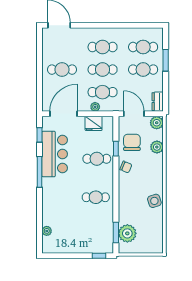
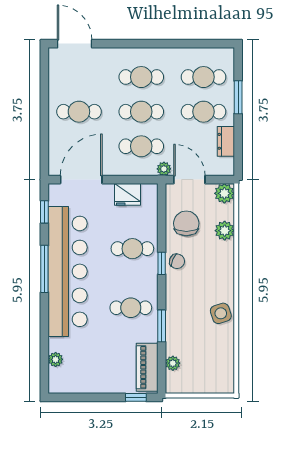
dresser: (158, 102) -> (226, 141), moved
plant: (95, 107) -> (164, 169), moved
window: (116, 149) -> (162, 263), moved
bar counter: (55, 154) -> (68, 271), width x1.86
window: (116, 233) -> (162, 326), moved
plant: (127, 233) -> (173, 363), width x0.53, depth x0.53
piano: (106, 236) -> (147, 367), added

